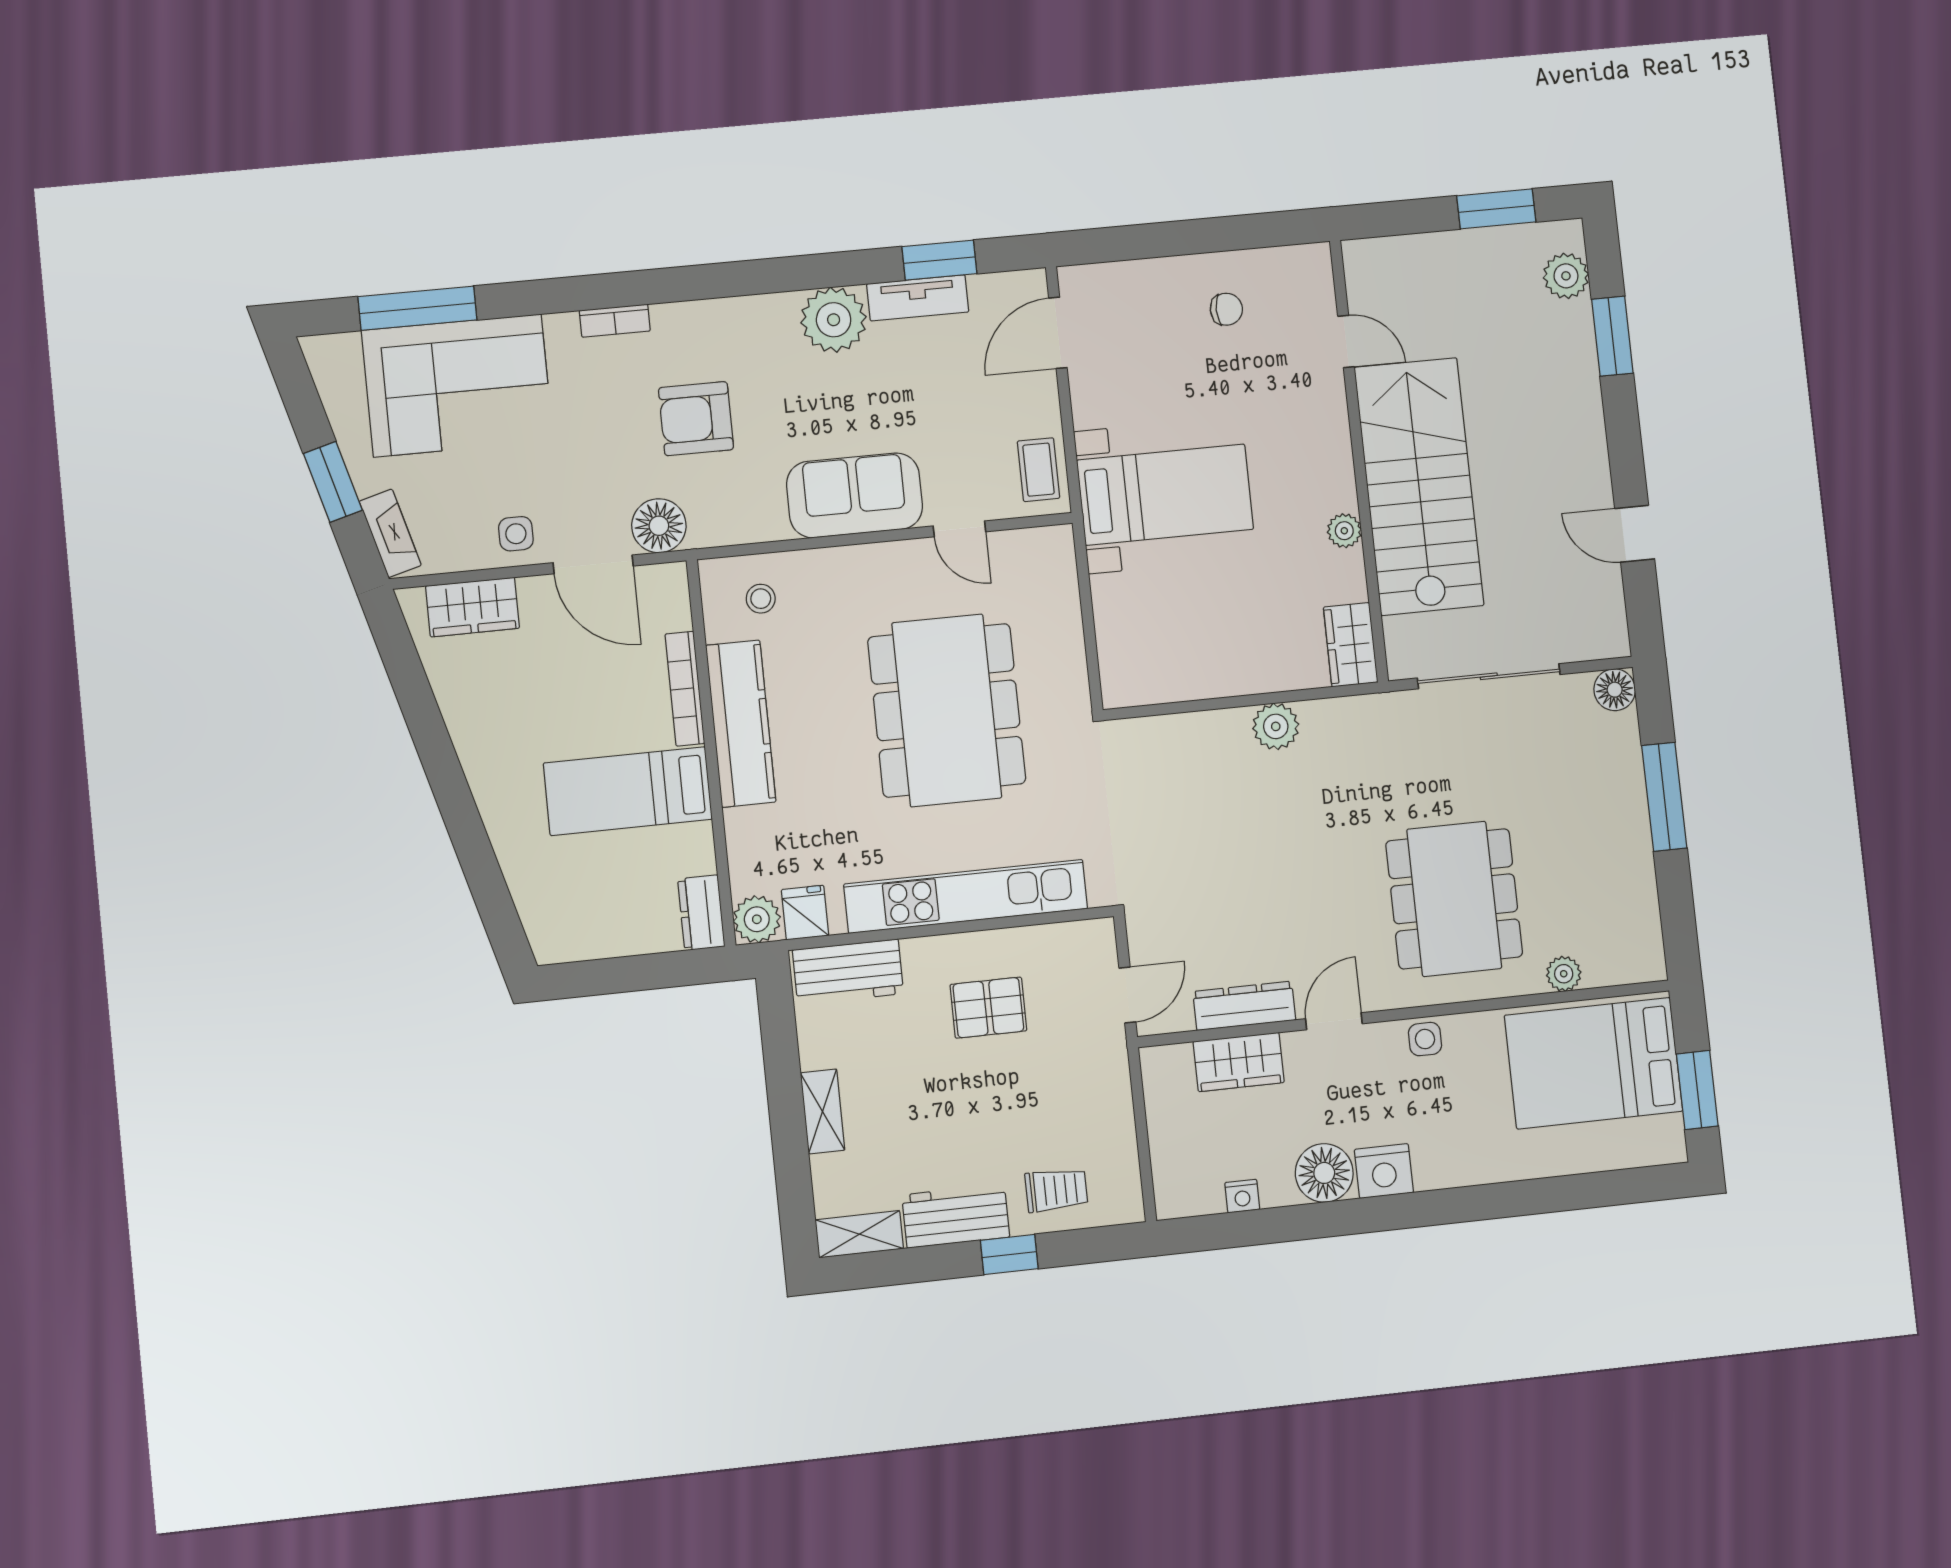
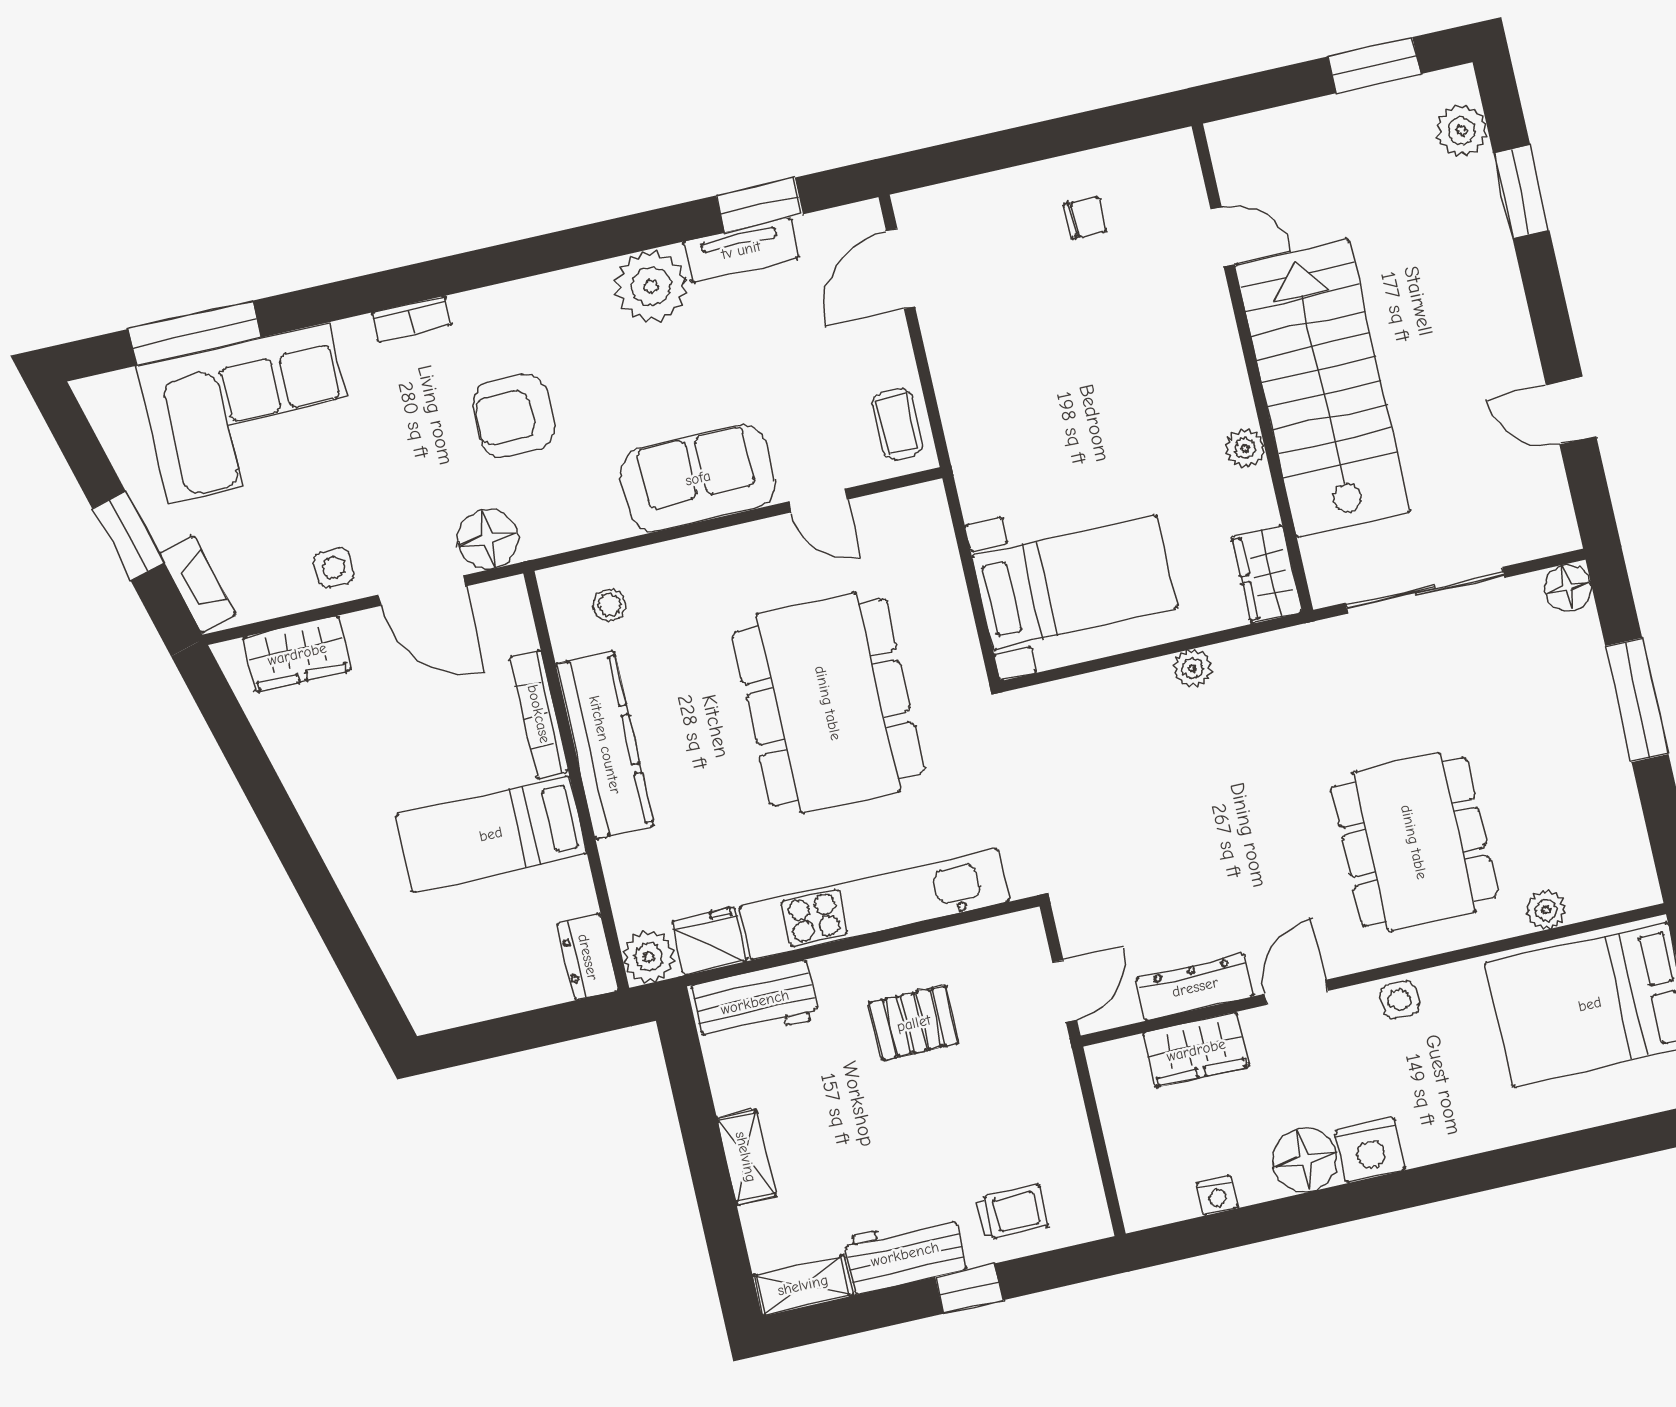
bed with nightstands: (1165, 495) -> (1075, 582), moved
plant: (1276, 726) -> (1192, 668), width x0.73, depth x0.73
fridge: (805, 913) -> (709, 941), width x1.38

